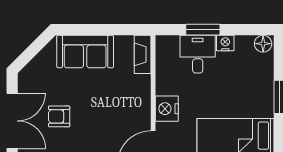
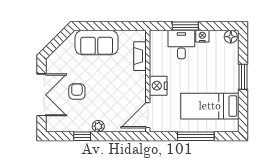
fireplace: (143, 54) -> (140, 56), moved
armchair: (59, 116) -> (77, 92), turned 90

